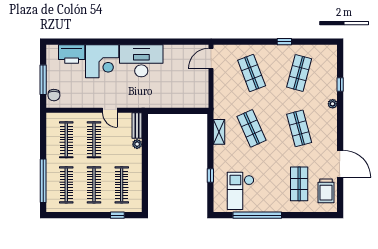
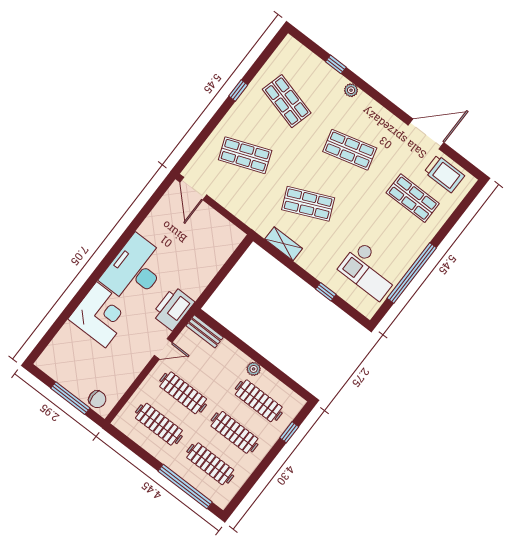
printer: (72, 54) -> (173, 308), moved, turned 180
plant: (137, 144) -> (254, 369), moved

